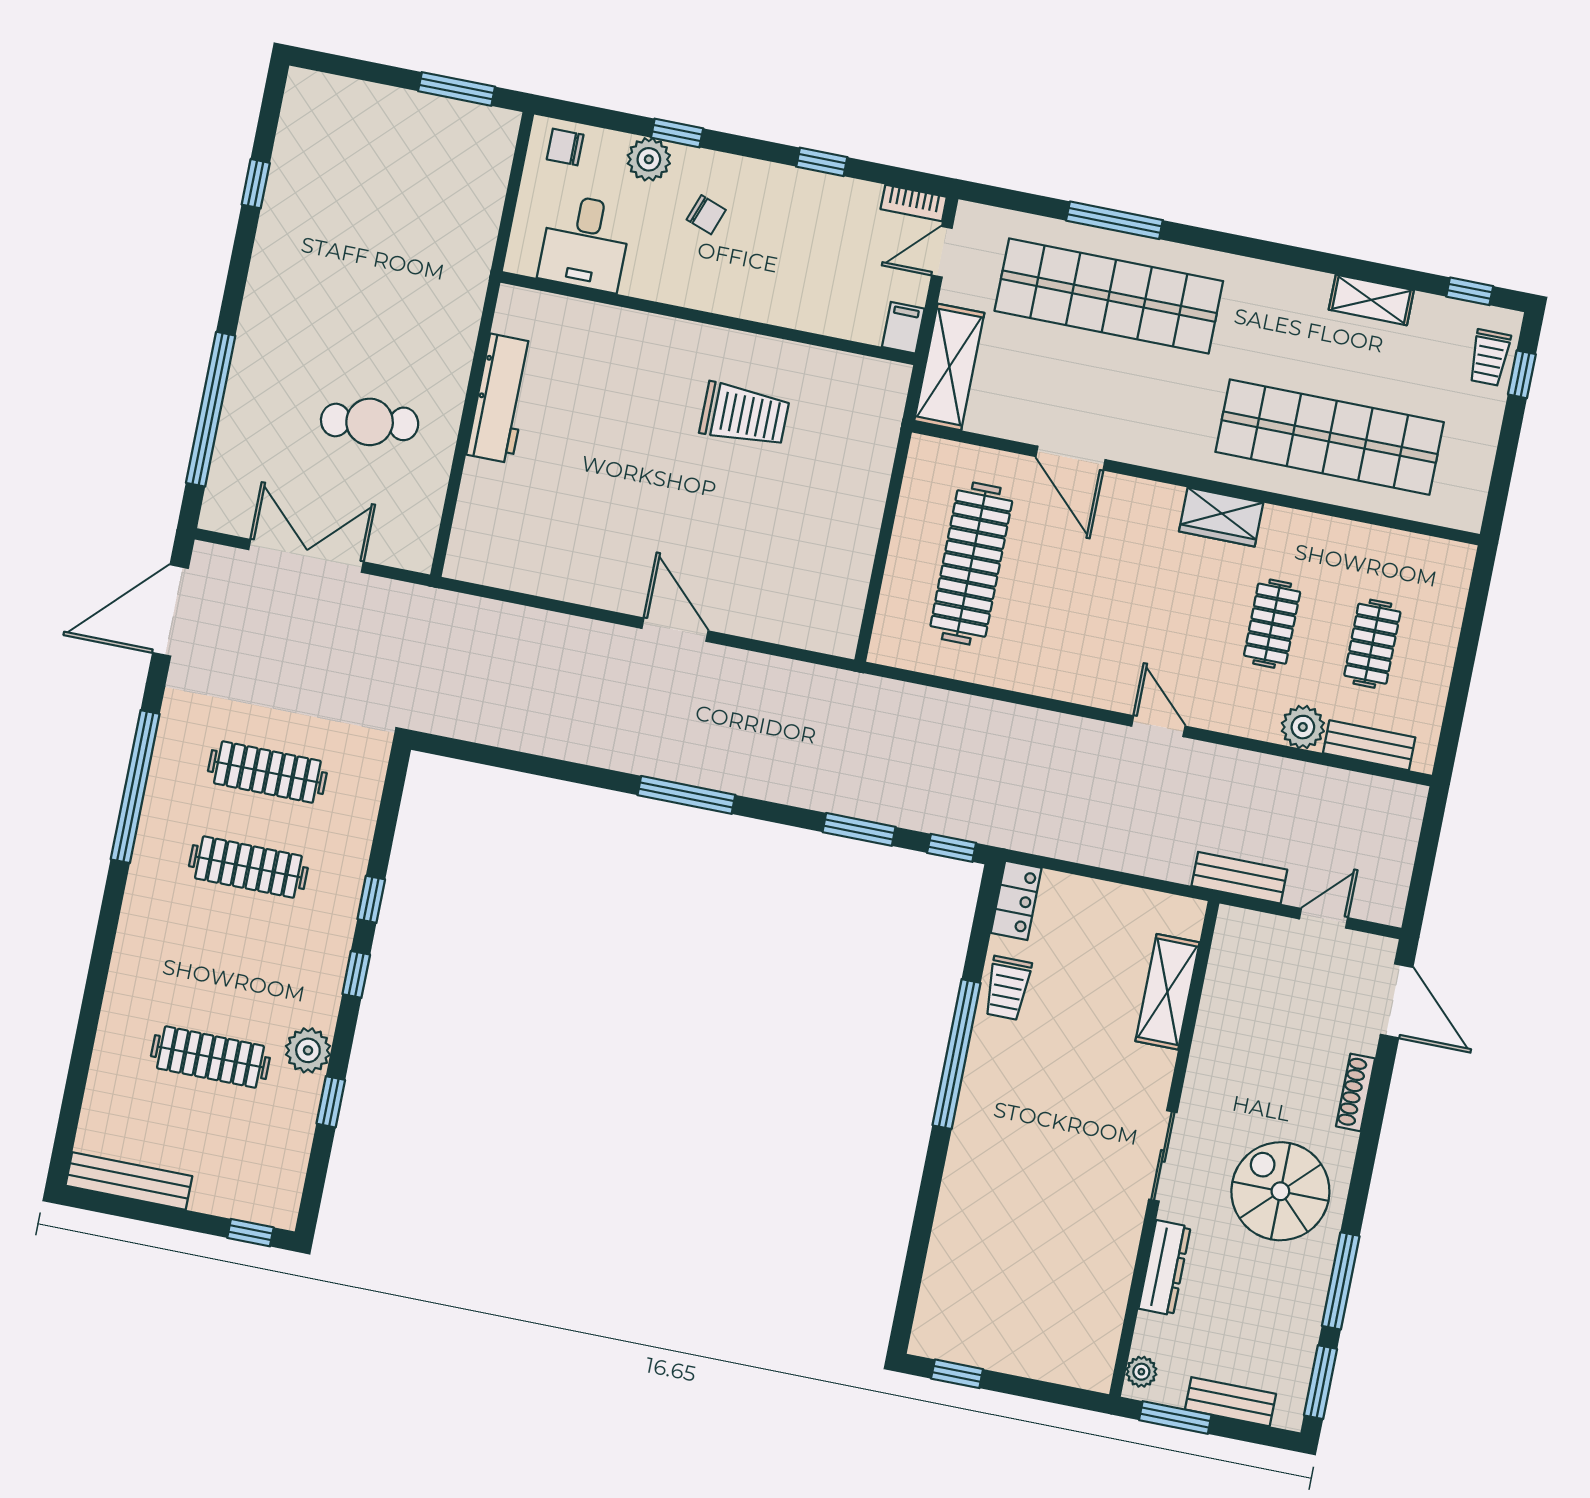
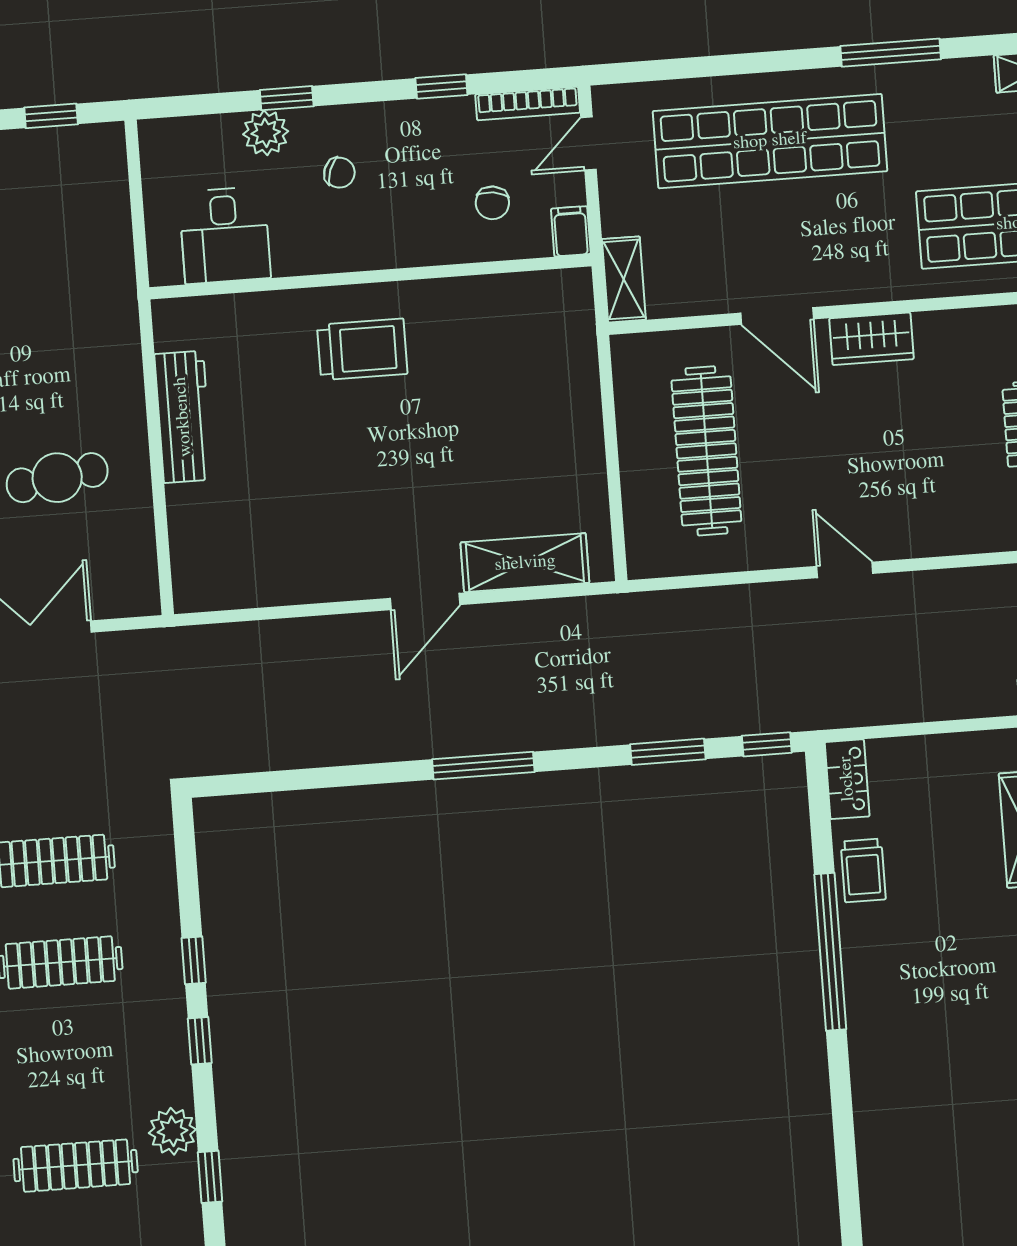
window: (457, 89) -> (51, 116), width x0.67
chair: (565, 147) -> (492, 203), moved, turned -82
bookcase: (914, 203) -> (528, 104), width x1.56
window: (1114, 220) -> (891, 53), moved
shelving: (949, 367) -> (624, 279), width x0.67, depth x0.75
trolley: (744, 415) -> (362, 349), moved
wardrobe: (1221, 517) -> (871, 339), moved
shelving: (776, 620) -> (525, 563), added
door: (675, 630) -> (425, 601), swing flipped
door: (1158, 726) -> (845, 570), moved

